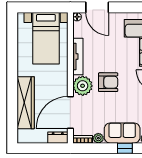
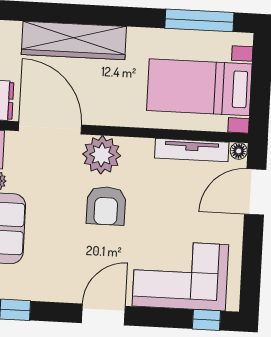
window: (12, 40) -> (199, 20), added
tv unit: (78, 57) -> (192, 150), moved

